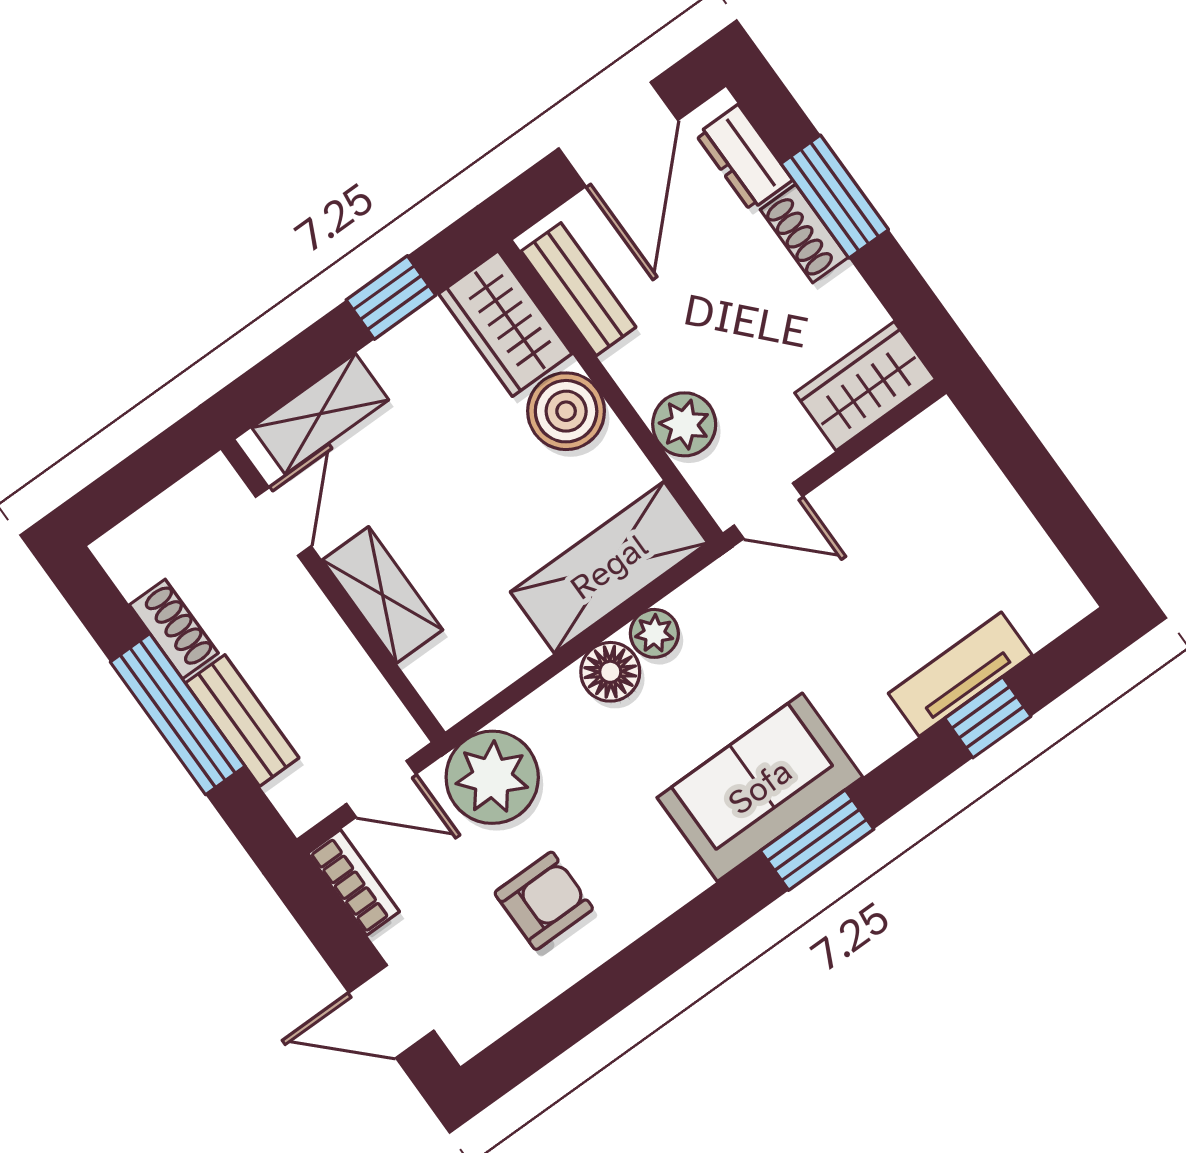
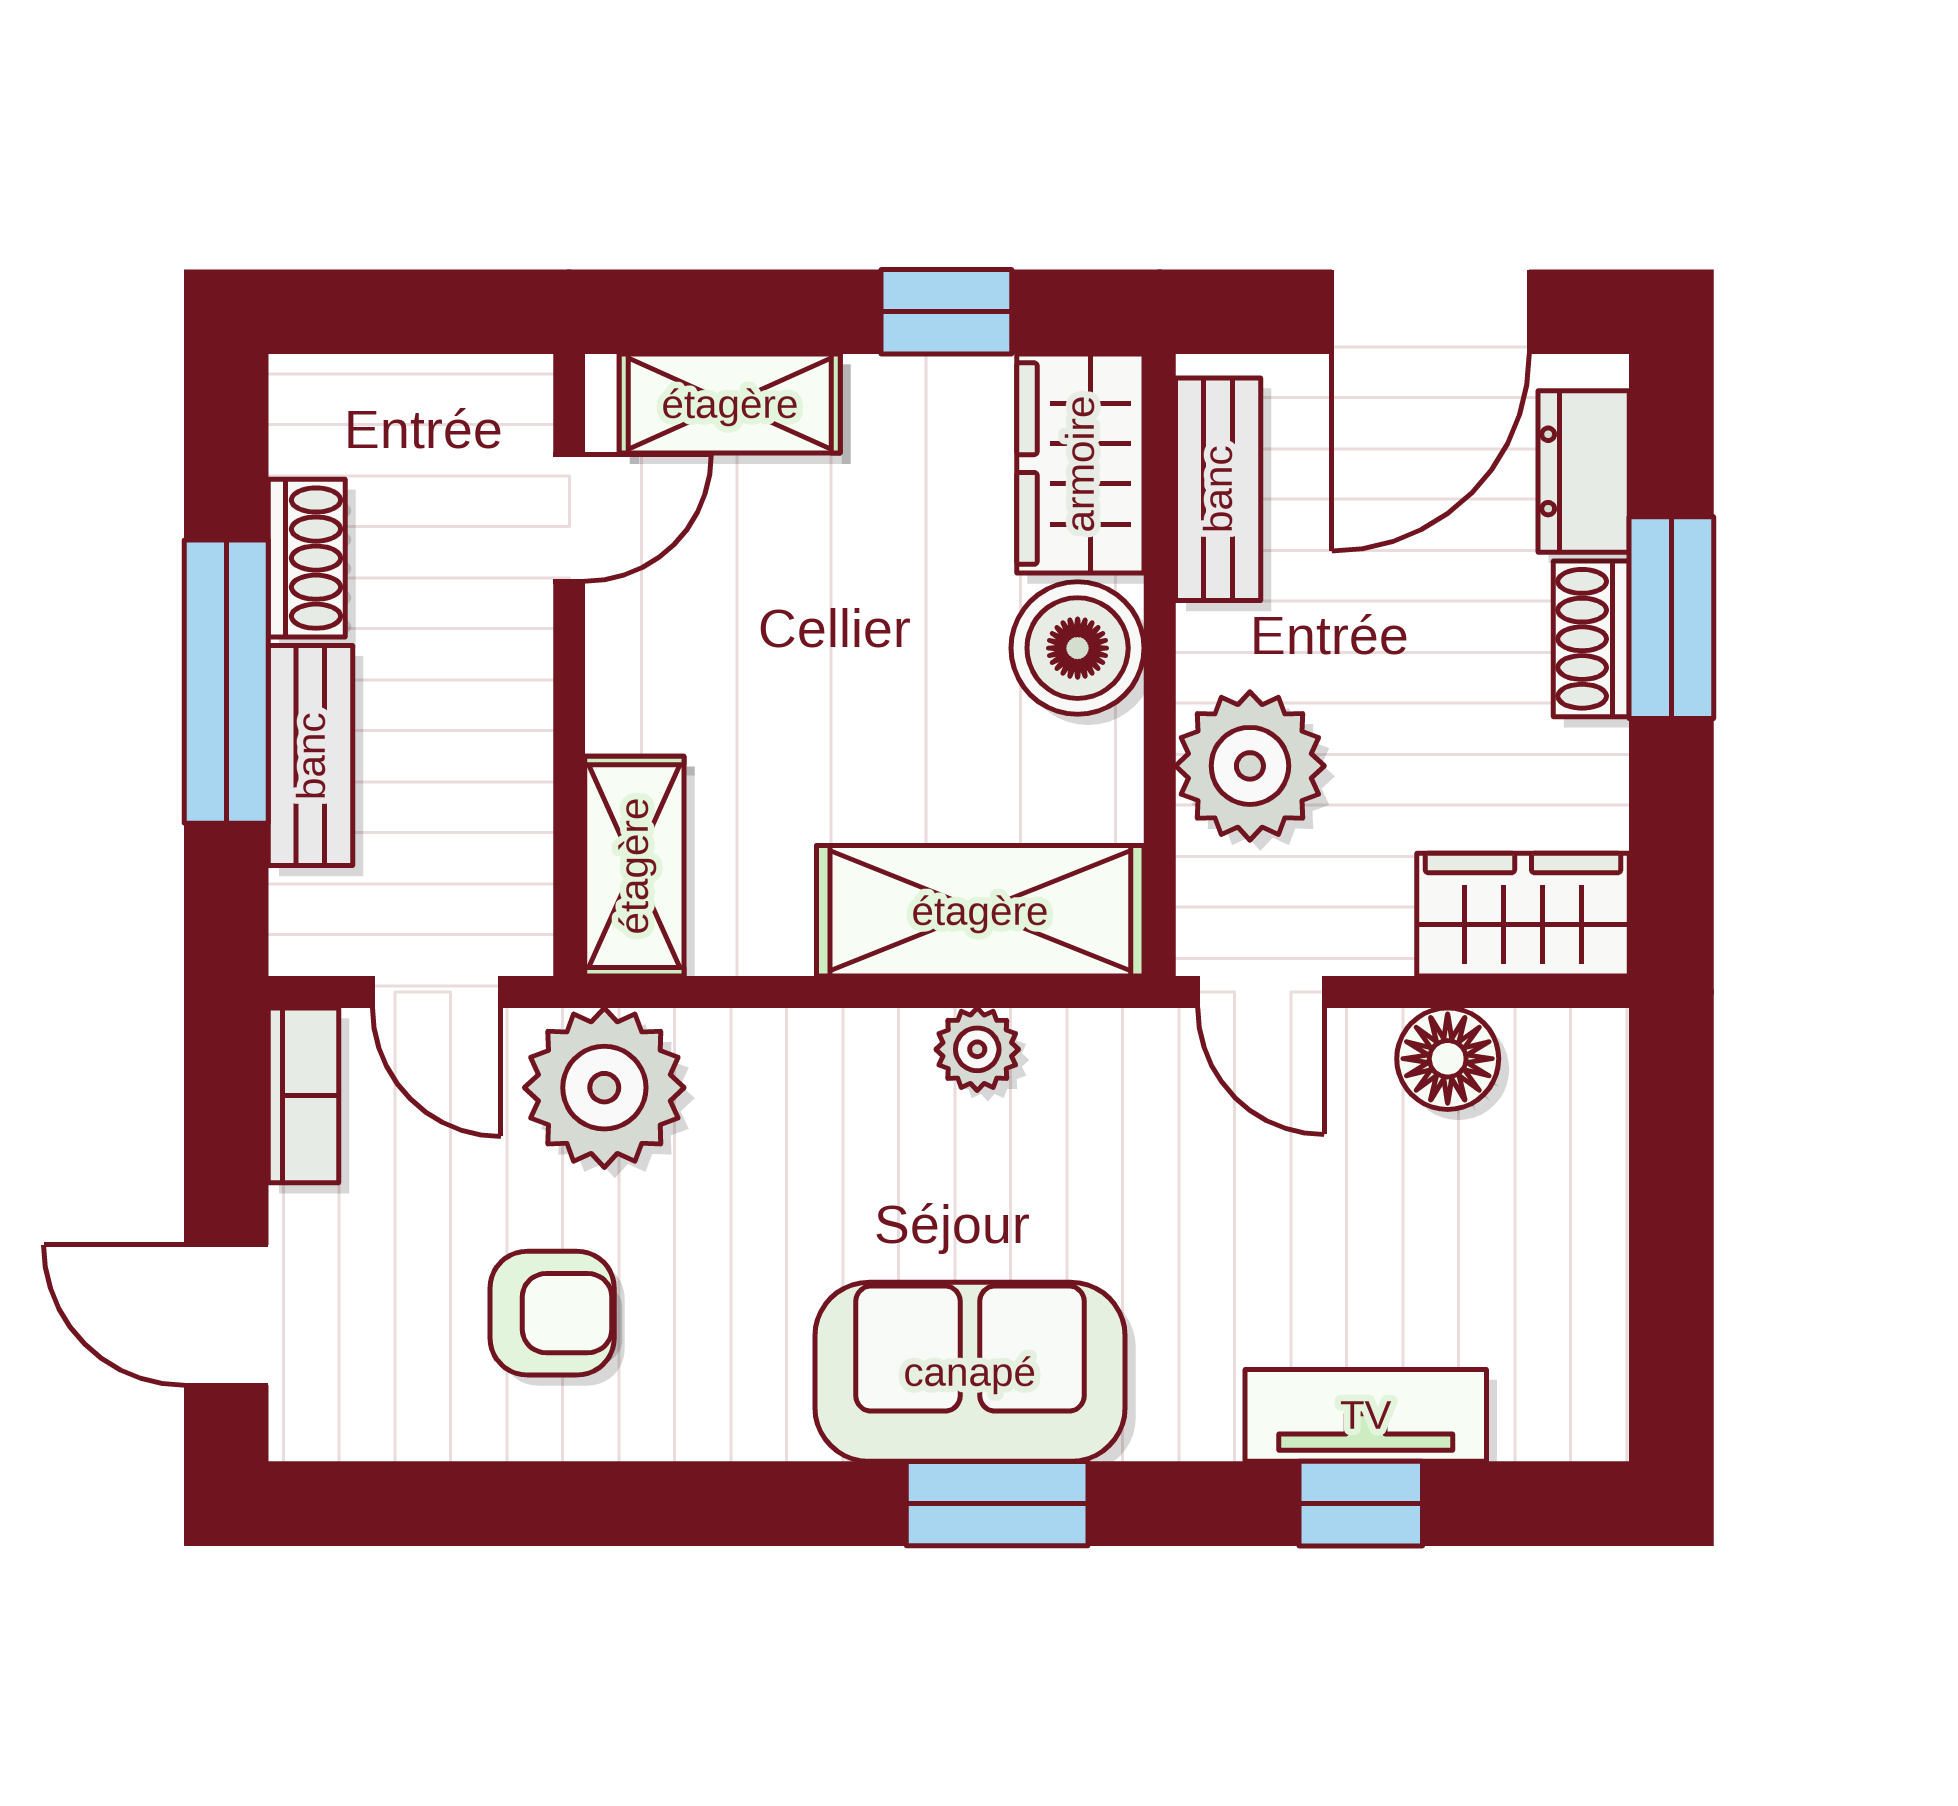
plant: (684, 424) -> (1250, 766), width x1.36, depth x1.36
shelving: (383, 595) -> (634, 866), moved
floor lamp: (610, 672) -> (1448, 1059), moved

